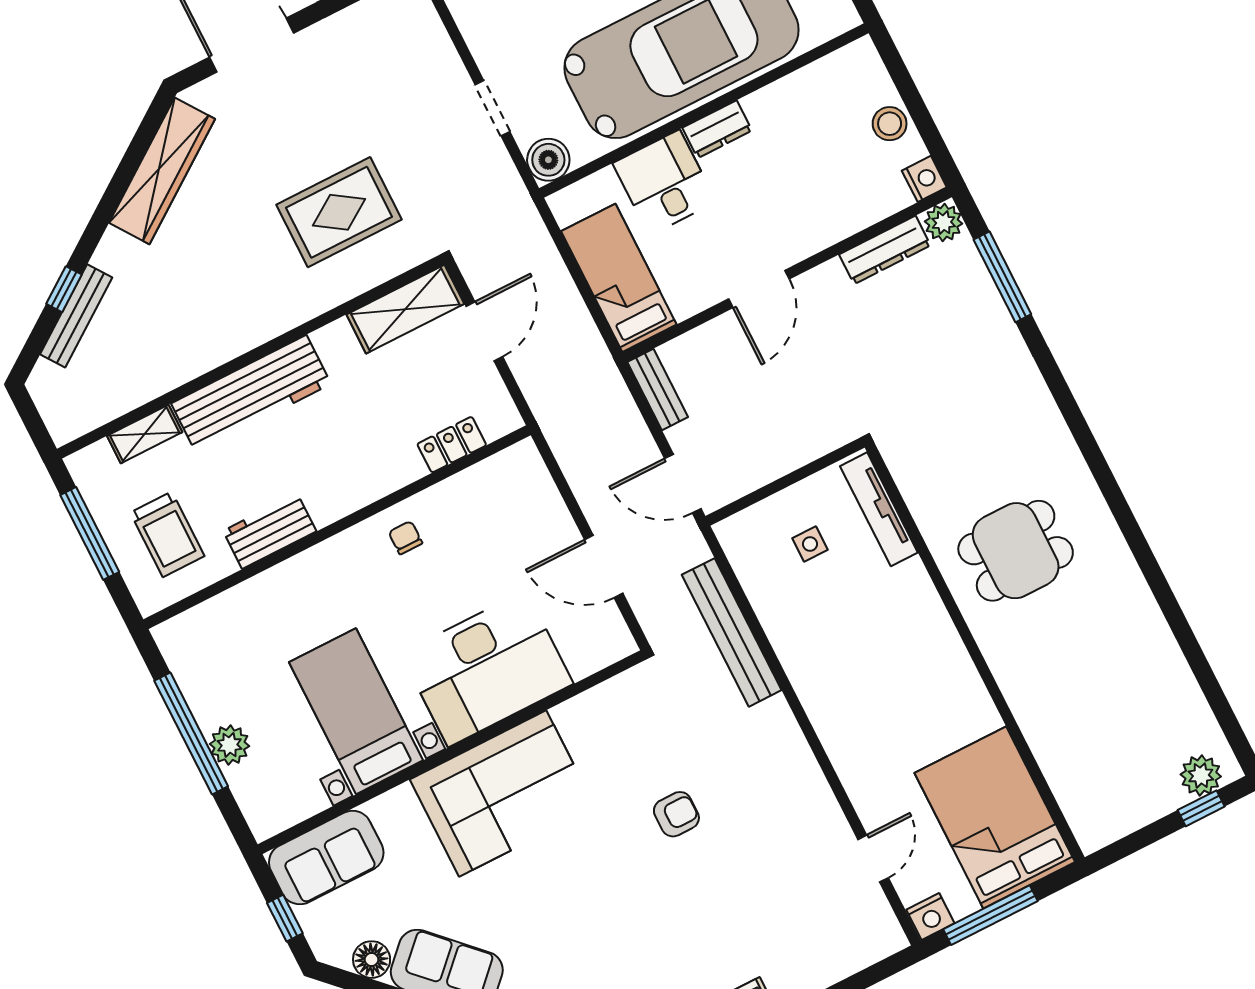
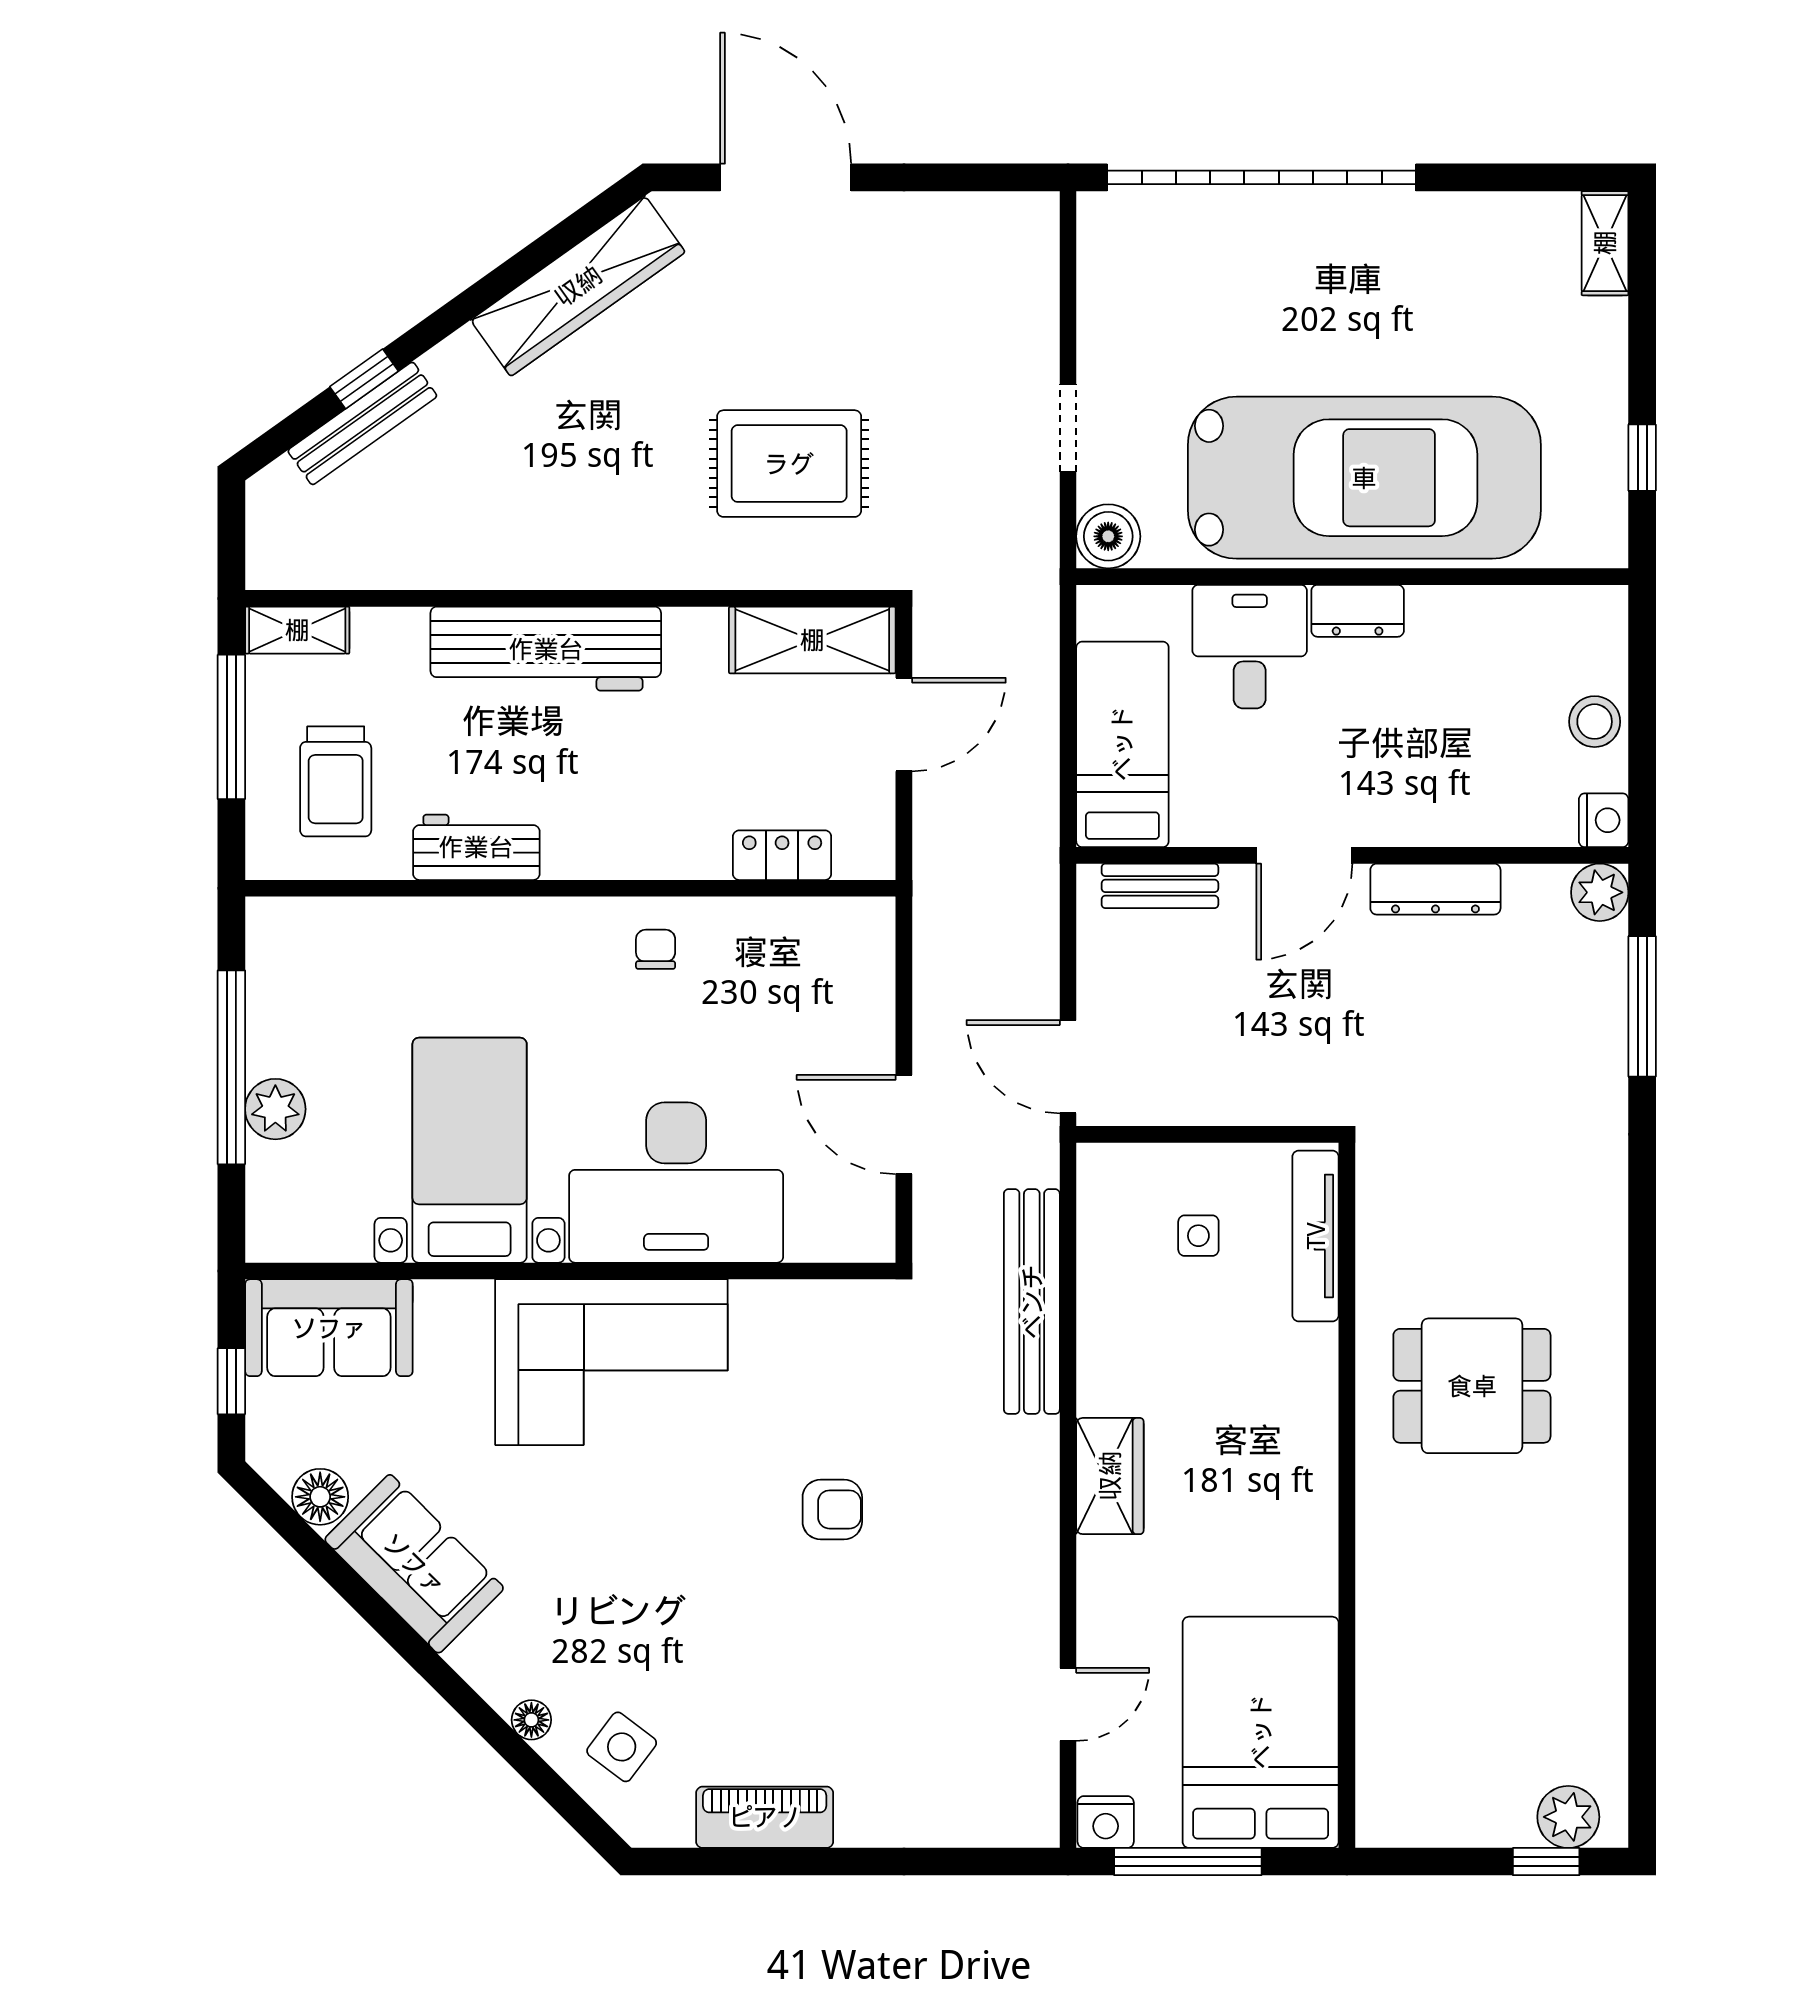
dresser: (885, 250) -> (1435, 889), moved
bench: (658, 389) -> (1160, 886), moved, turned 90
shelving: (145, 434) -> (297, 630), moved
wardrobe: (830, 712) -> (1110, 1476), added

